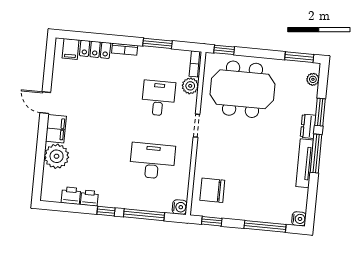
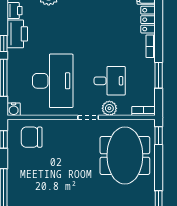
plant: (190, 86) -> (109, 108), moved
desk: (152, 161) -> (53, 81), width x1.36, depth x1.30
chair: (212, 190) -> (32, 137), turned -90
printer: (89, 198) -> (17, 34), width x1.87, depth x1.48

